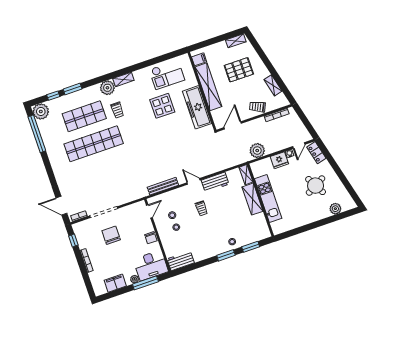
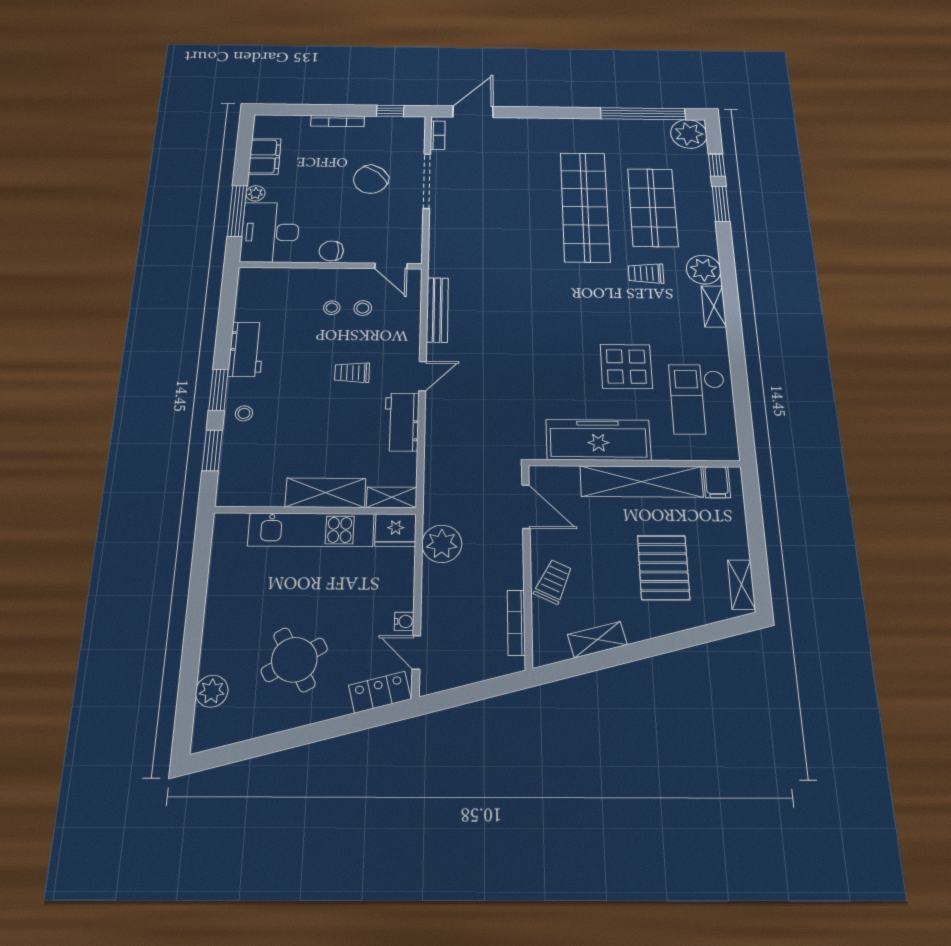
fridge: (279, 160) -> (396, 530), moved, turned -90
chair: (111, 235) -> (371, 179), turned 130
workbench: (181, 261) -> (246, 349), moved

